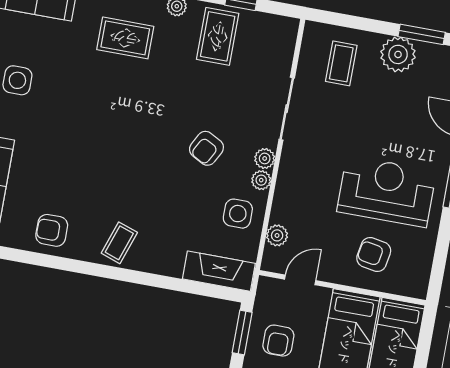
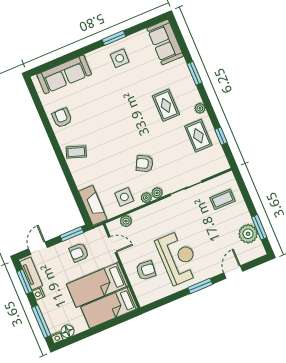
rug: (218, 36) -> (198, 136), turned 90
rug: (125, 38) -> (166, 105), moved
plant: (398, 54) -> (248, 234), moved
armchair: (374, 254) -> (146, 270), turned 85

